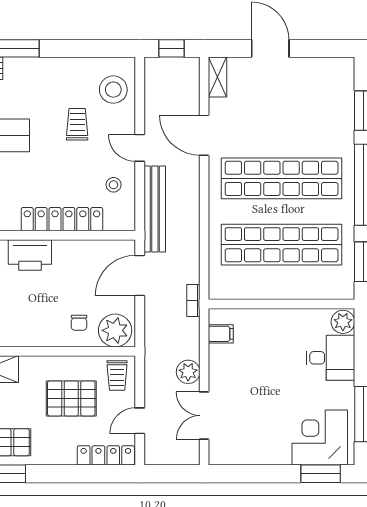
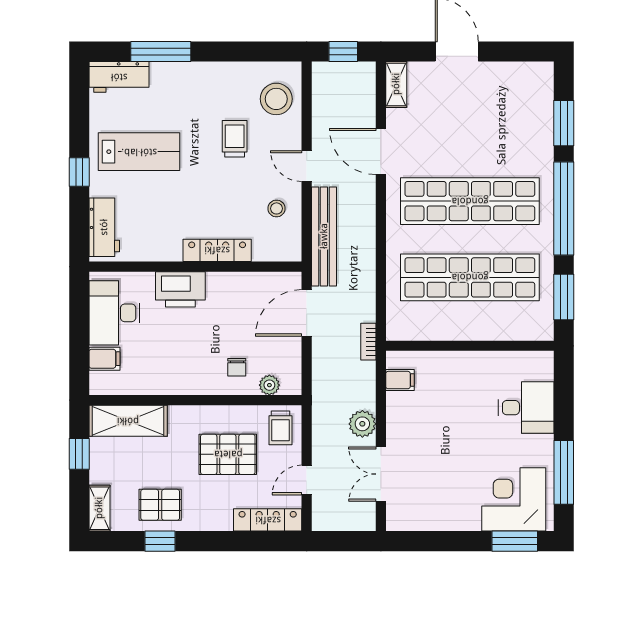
locker: (62, 219) -> (217, 250), width x0.71, depth x0.83
plant: (343, 322) -> (540, 366), removed
plant: (115, 330) -> (269, 385), width x0.53, depth x0.53

